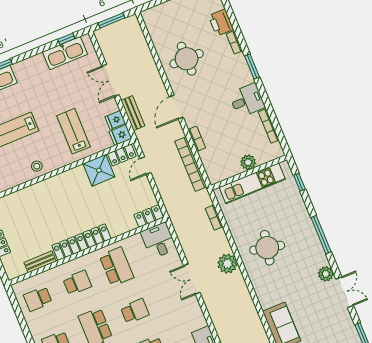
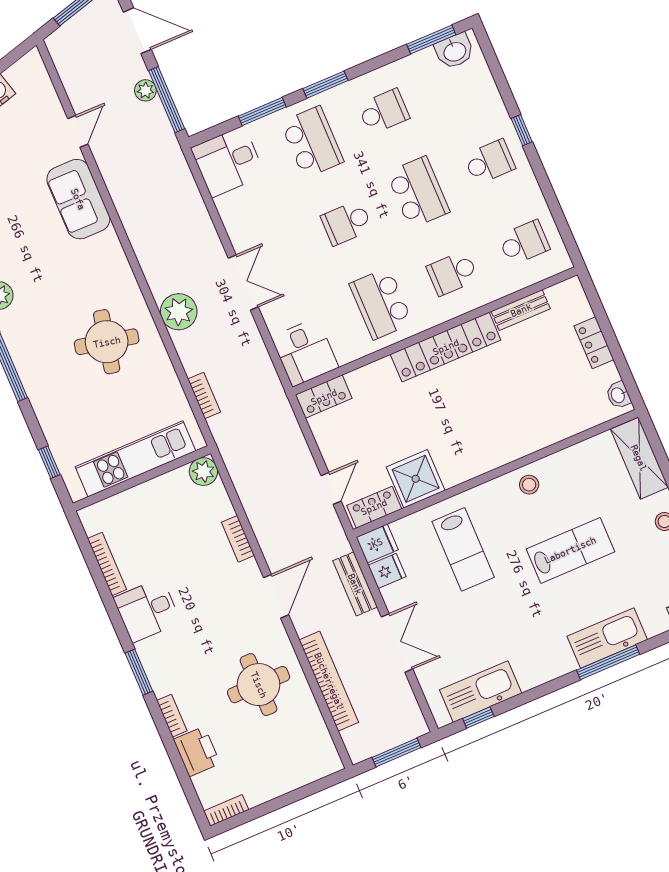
plant: (248, 162) -> (203, 472), moved
bookcase: (191, 164) -> (329, 681), moved

